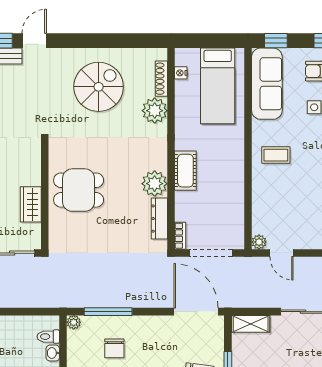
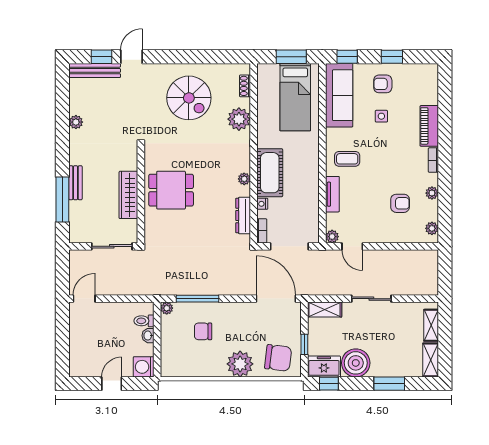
window: (213, 41) -> (291, 57), added
nightstand: (181, 73) -> (262, 204), moved
shoe rack: (161, 79) -> (245, 86), width x0.70
spiral stairs: (99, 87) -> (189, 98), turned 90
cot: (185, 171) -> (270, 173), width x1.37, depth x1.34
plant: (155, 184) -> (244, 179), width x0.53, depth x0.53
tv unit: (259, 195) -> (332, 194), added
wardrobe: (31, 204) -> (128, 195), width x1.50
chair: (114, 348) -> (203, 331), turned 90

